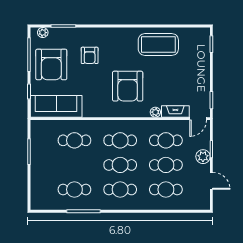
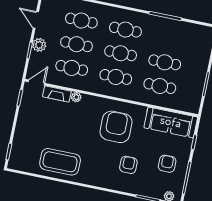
armchair: (51, 64) -> (167, 164), width x0.53, depth x0.53
armchair: (128, 86) -> (116, 127), moved
cafe table: (74, 189) -> (165, 62), moved

